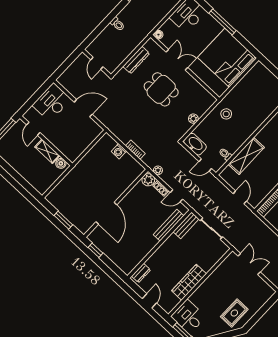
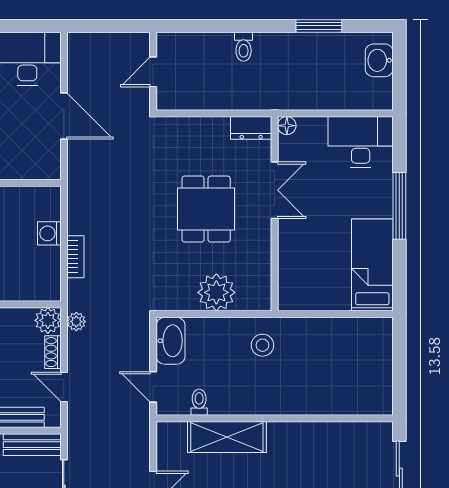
bed: (227, 58) -> (372, 265), width x0.49
dresser: (136, 60) -> (251, 128), moved, width x0.70
plant: (193, 119) -> (216, 292), width x1.87, depth x1.87

